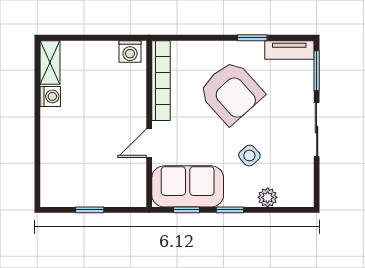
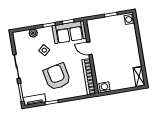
armchair: (231, 92) -> (57, 77), turned 30
washing machine: (50, 96) -> (129, 19), moved
door: (149, 143) -> (89, 48), swing flipped

